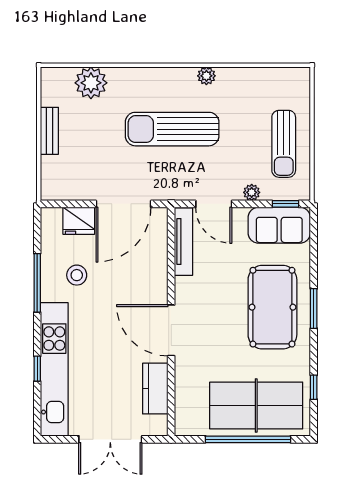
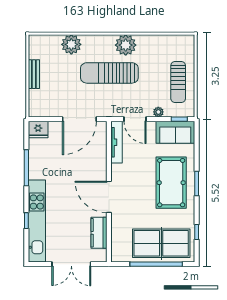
plant: (206, 76) -> (126, 45), width x1.87, depth x1.87
plant: (91, 83) -> (71, 44), moved
fridge: (79, 221) -> (38, 129), moved
stool: (77, 275) -> (51, 163), removed

